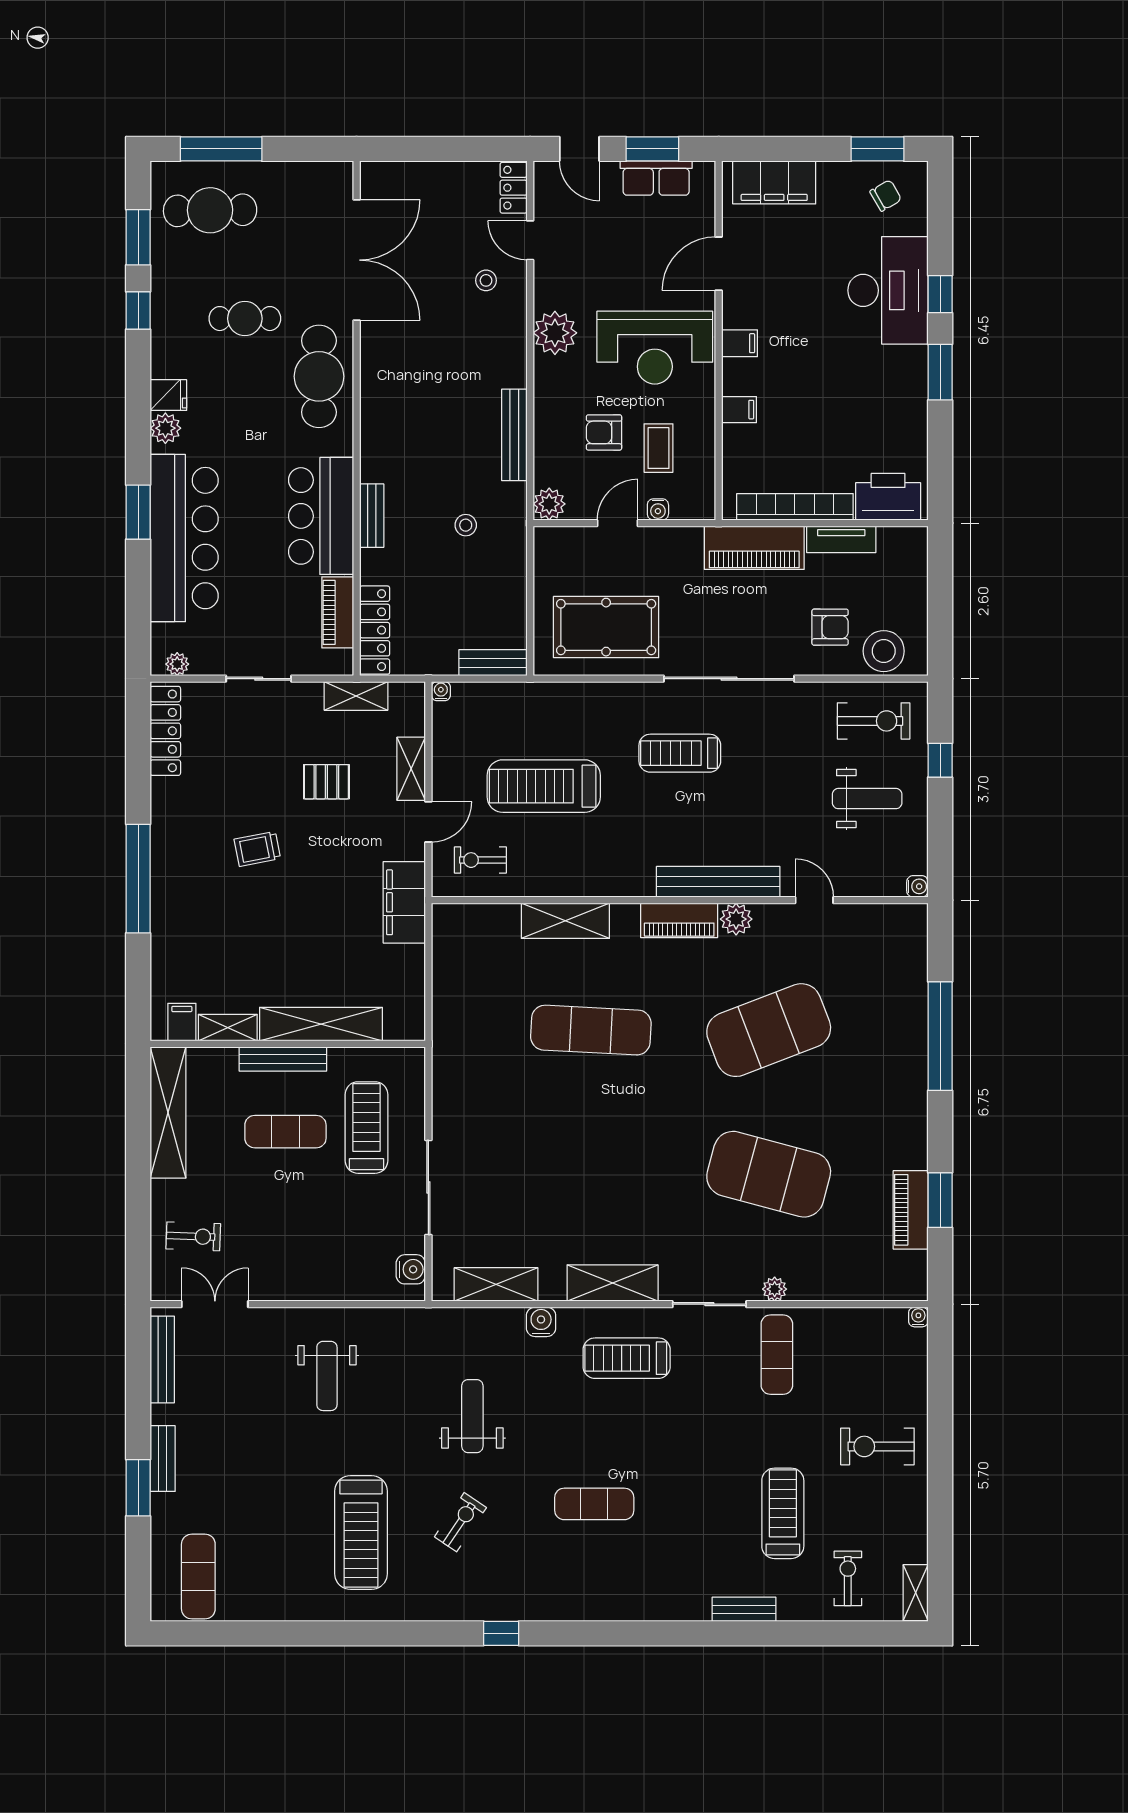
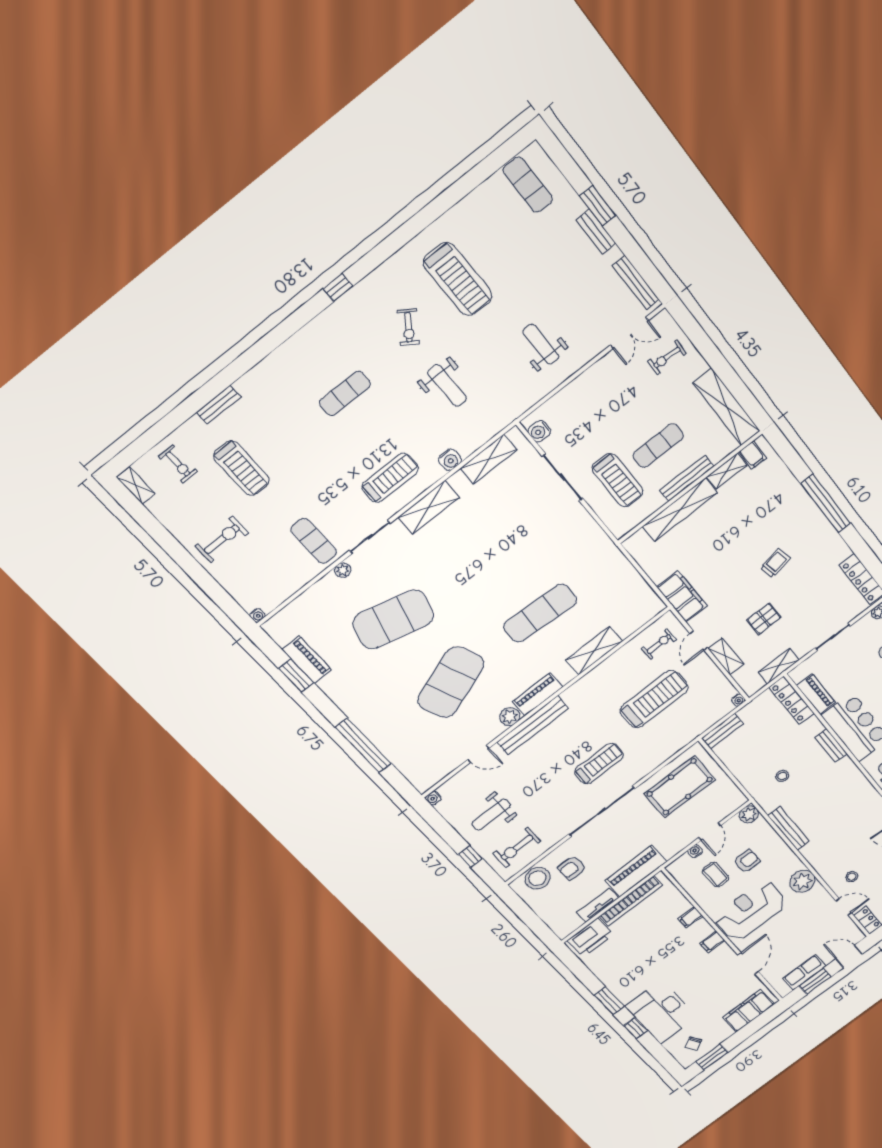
treadmill: (361, 1532) -> (458, 279), turned 180

